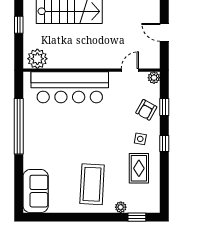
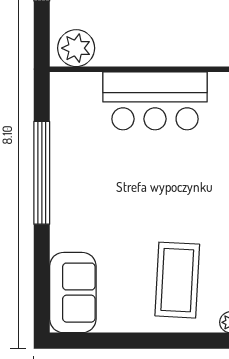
bar counter: (70, 87) -> (155, 101), width x0.73

